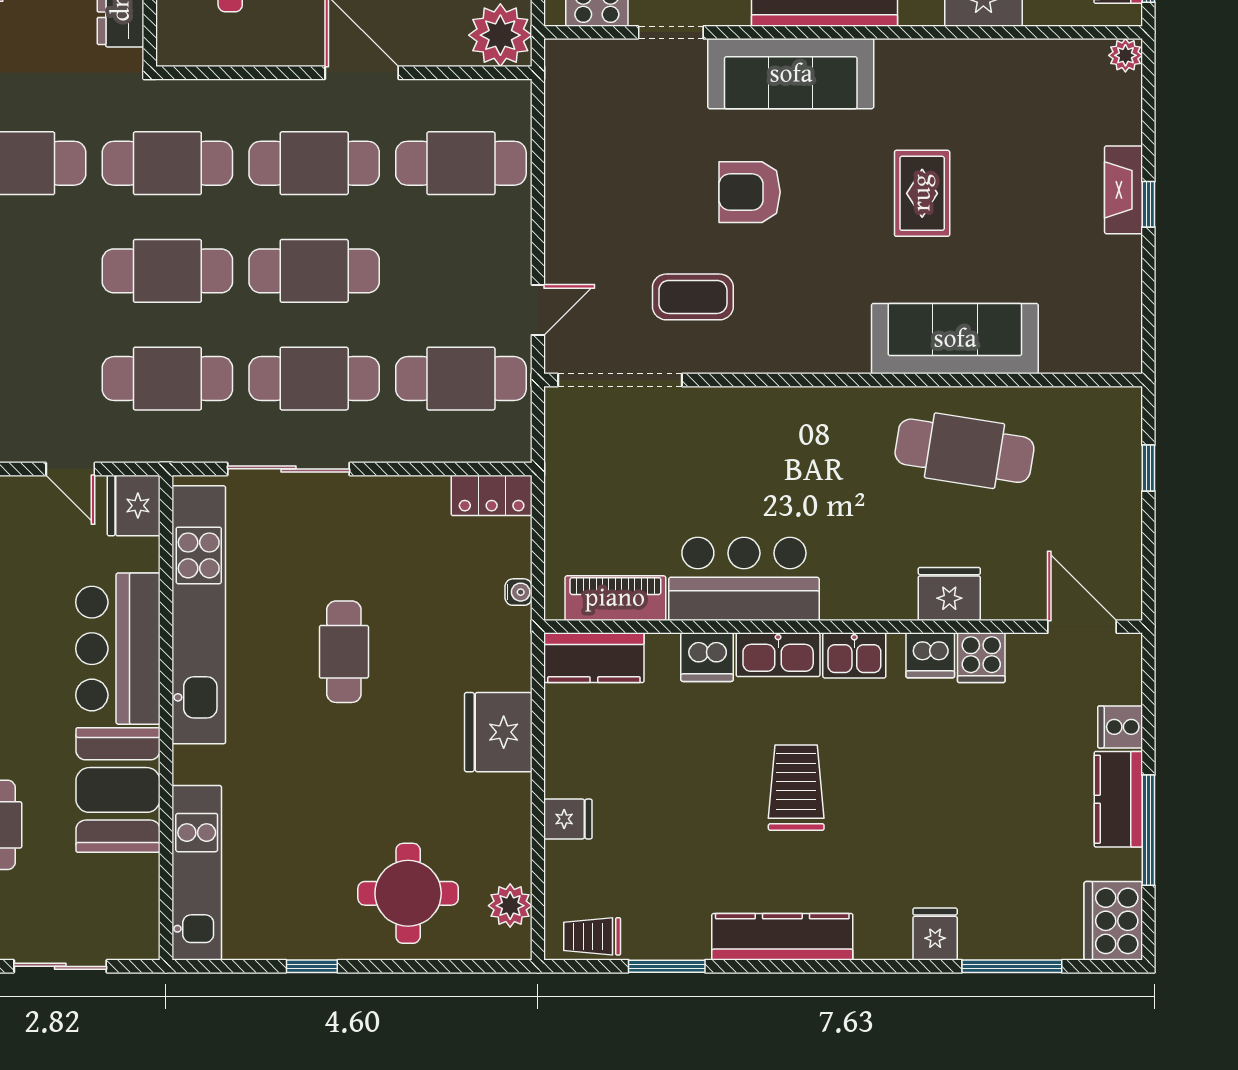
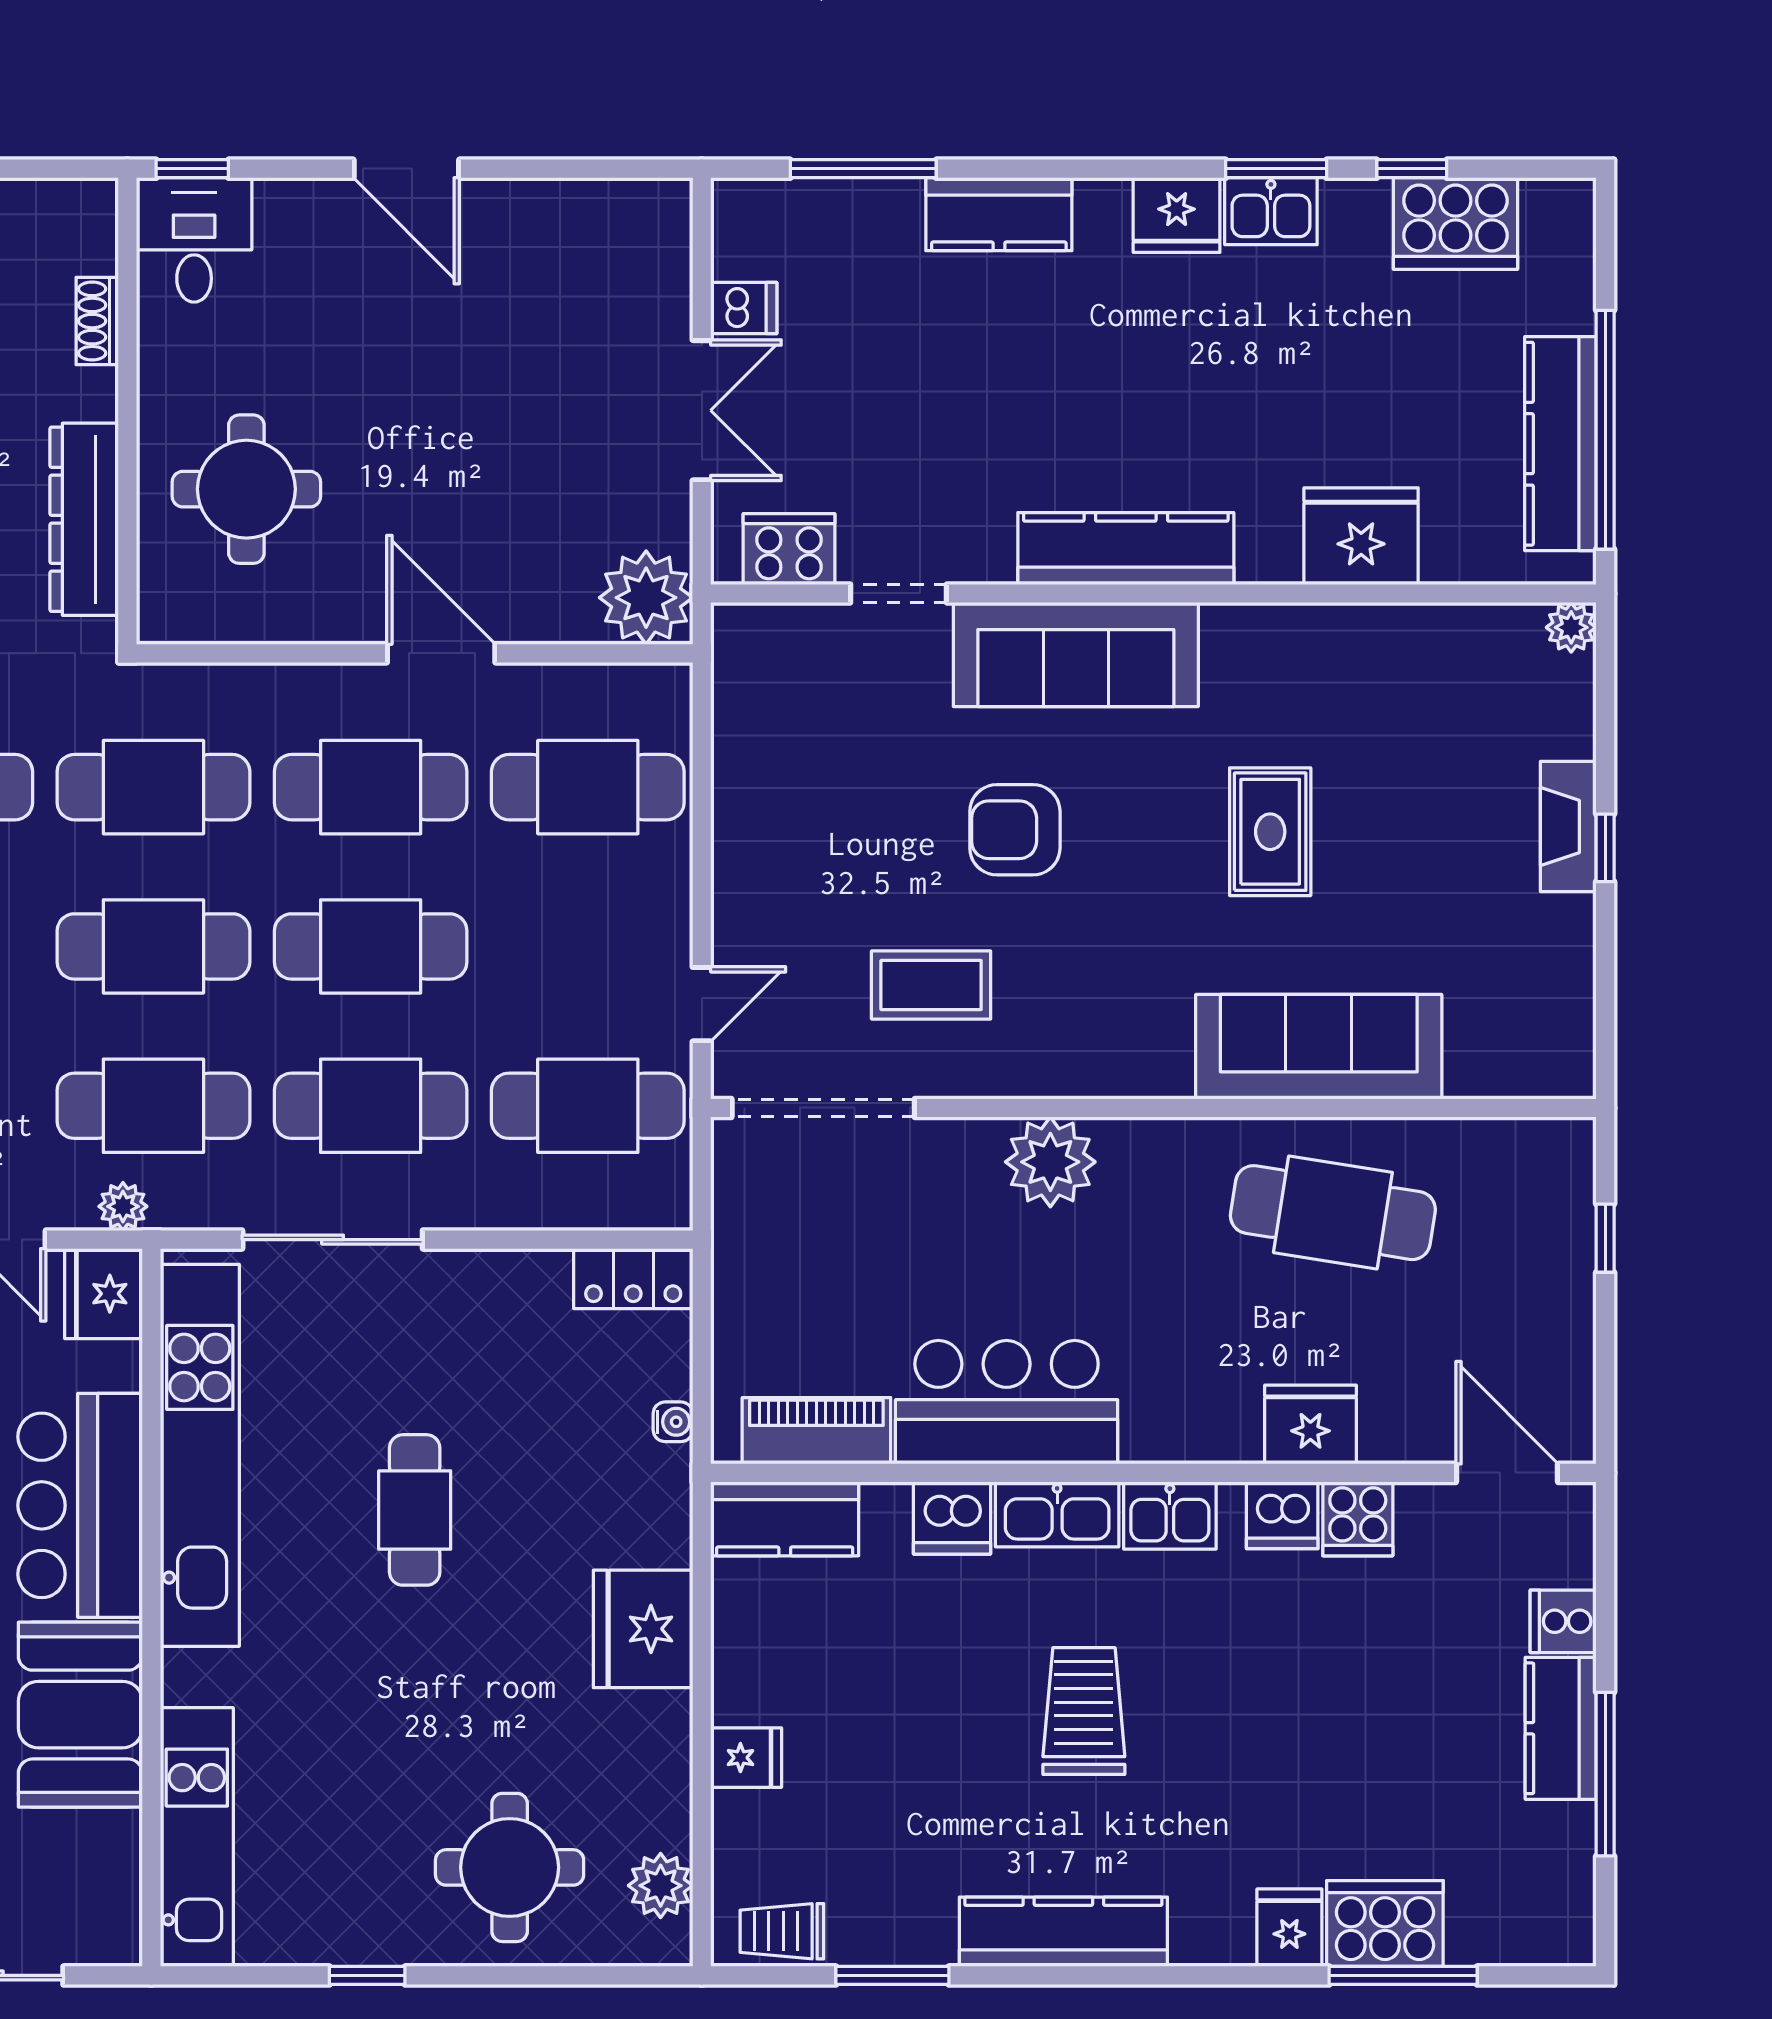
plant: (773, 417) -> (1050, 1162), added
plant: (147, 447) -> (123, 1206), added
cooker: (1113, 921) -> (1385, 1923), moved, turned 90

